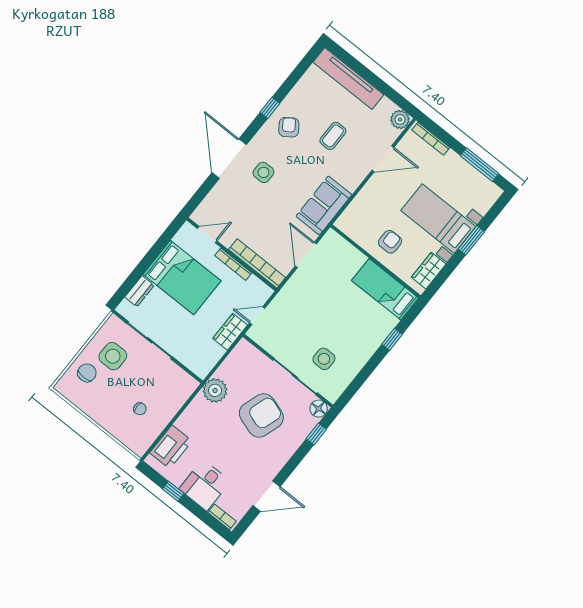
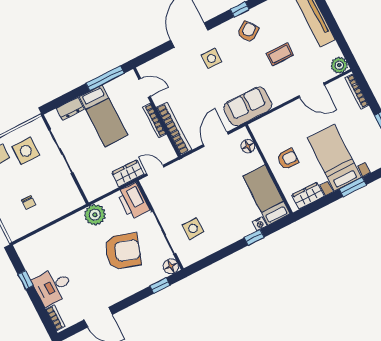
window: (162, 243) -> (105, 78), added
floor lamp: (343, 247) -> (248, 146), added
bed: (182, 278) -> (103, 116), width x0.67
nightstand: (391, 322) -> (260, 224), added
printer: (171, 447) -> (133, 201), moved, turned 90

